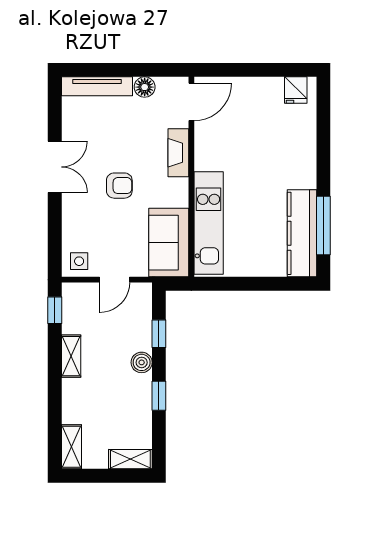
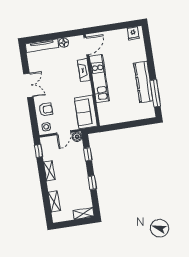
armchair: (119, 186) -> (46, 109), moved
kitchen unit: (209, 223) -> (99, 79), moved
kitchen counter: (302, 233) -> (143, 82), moved
boiler: (142, 362) -> (77, 137), moved
shelving: (71, 447) -> (54, 202), moved

